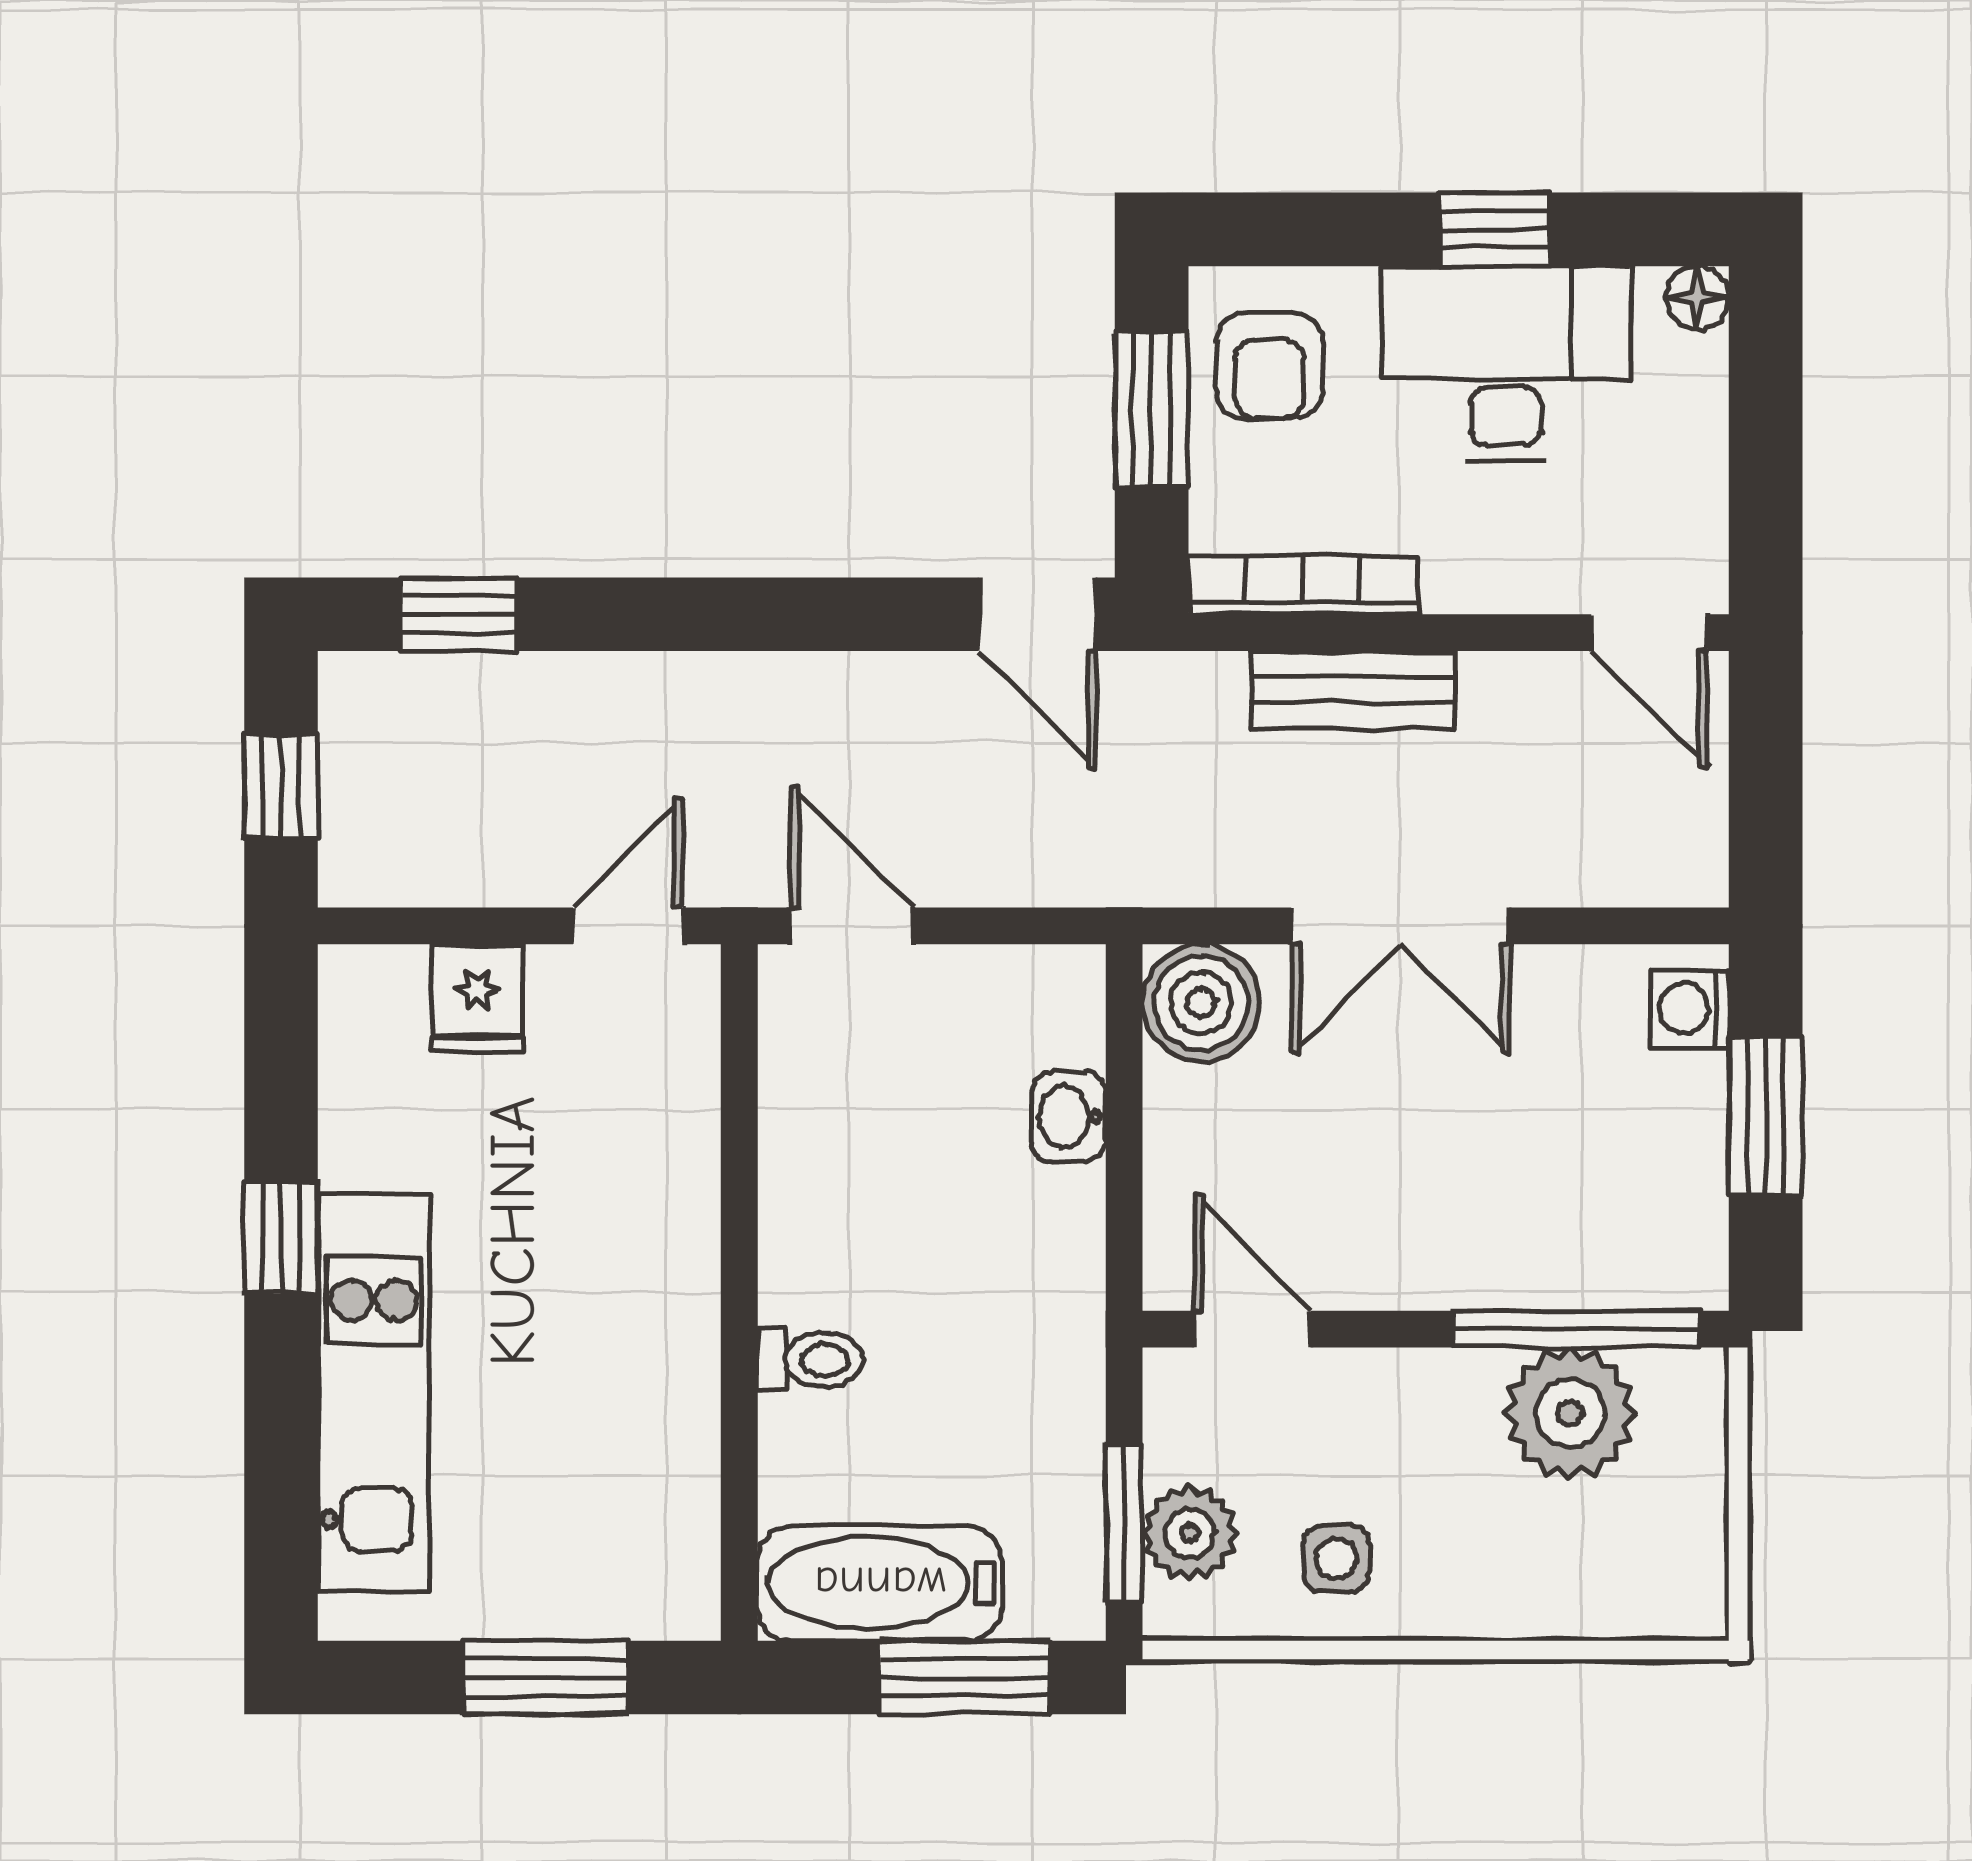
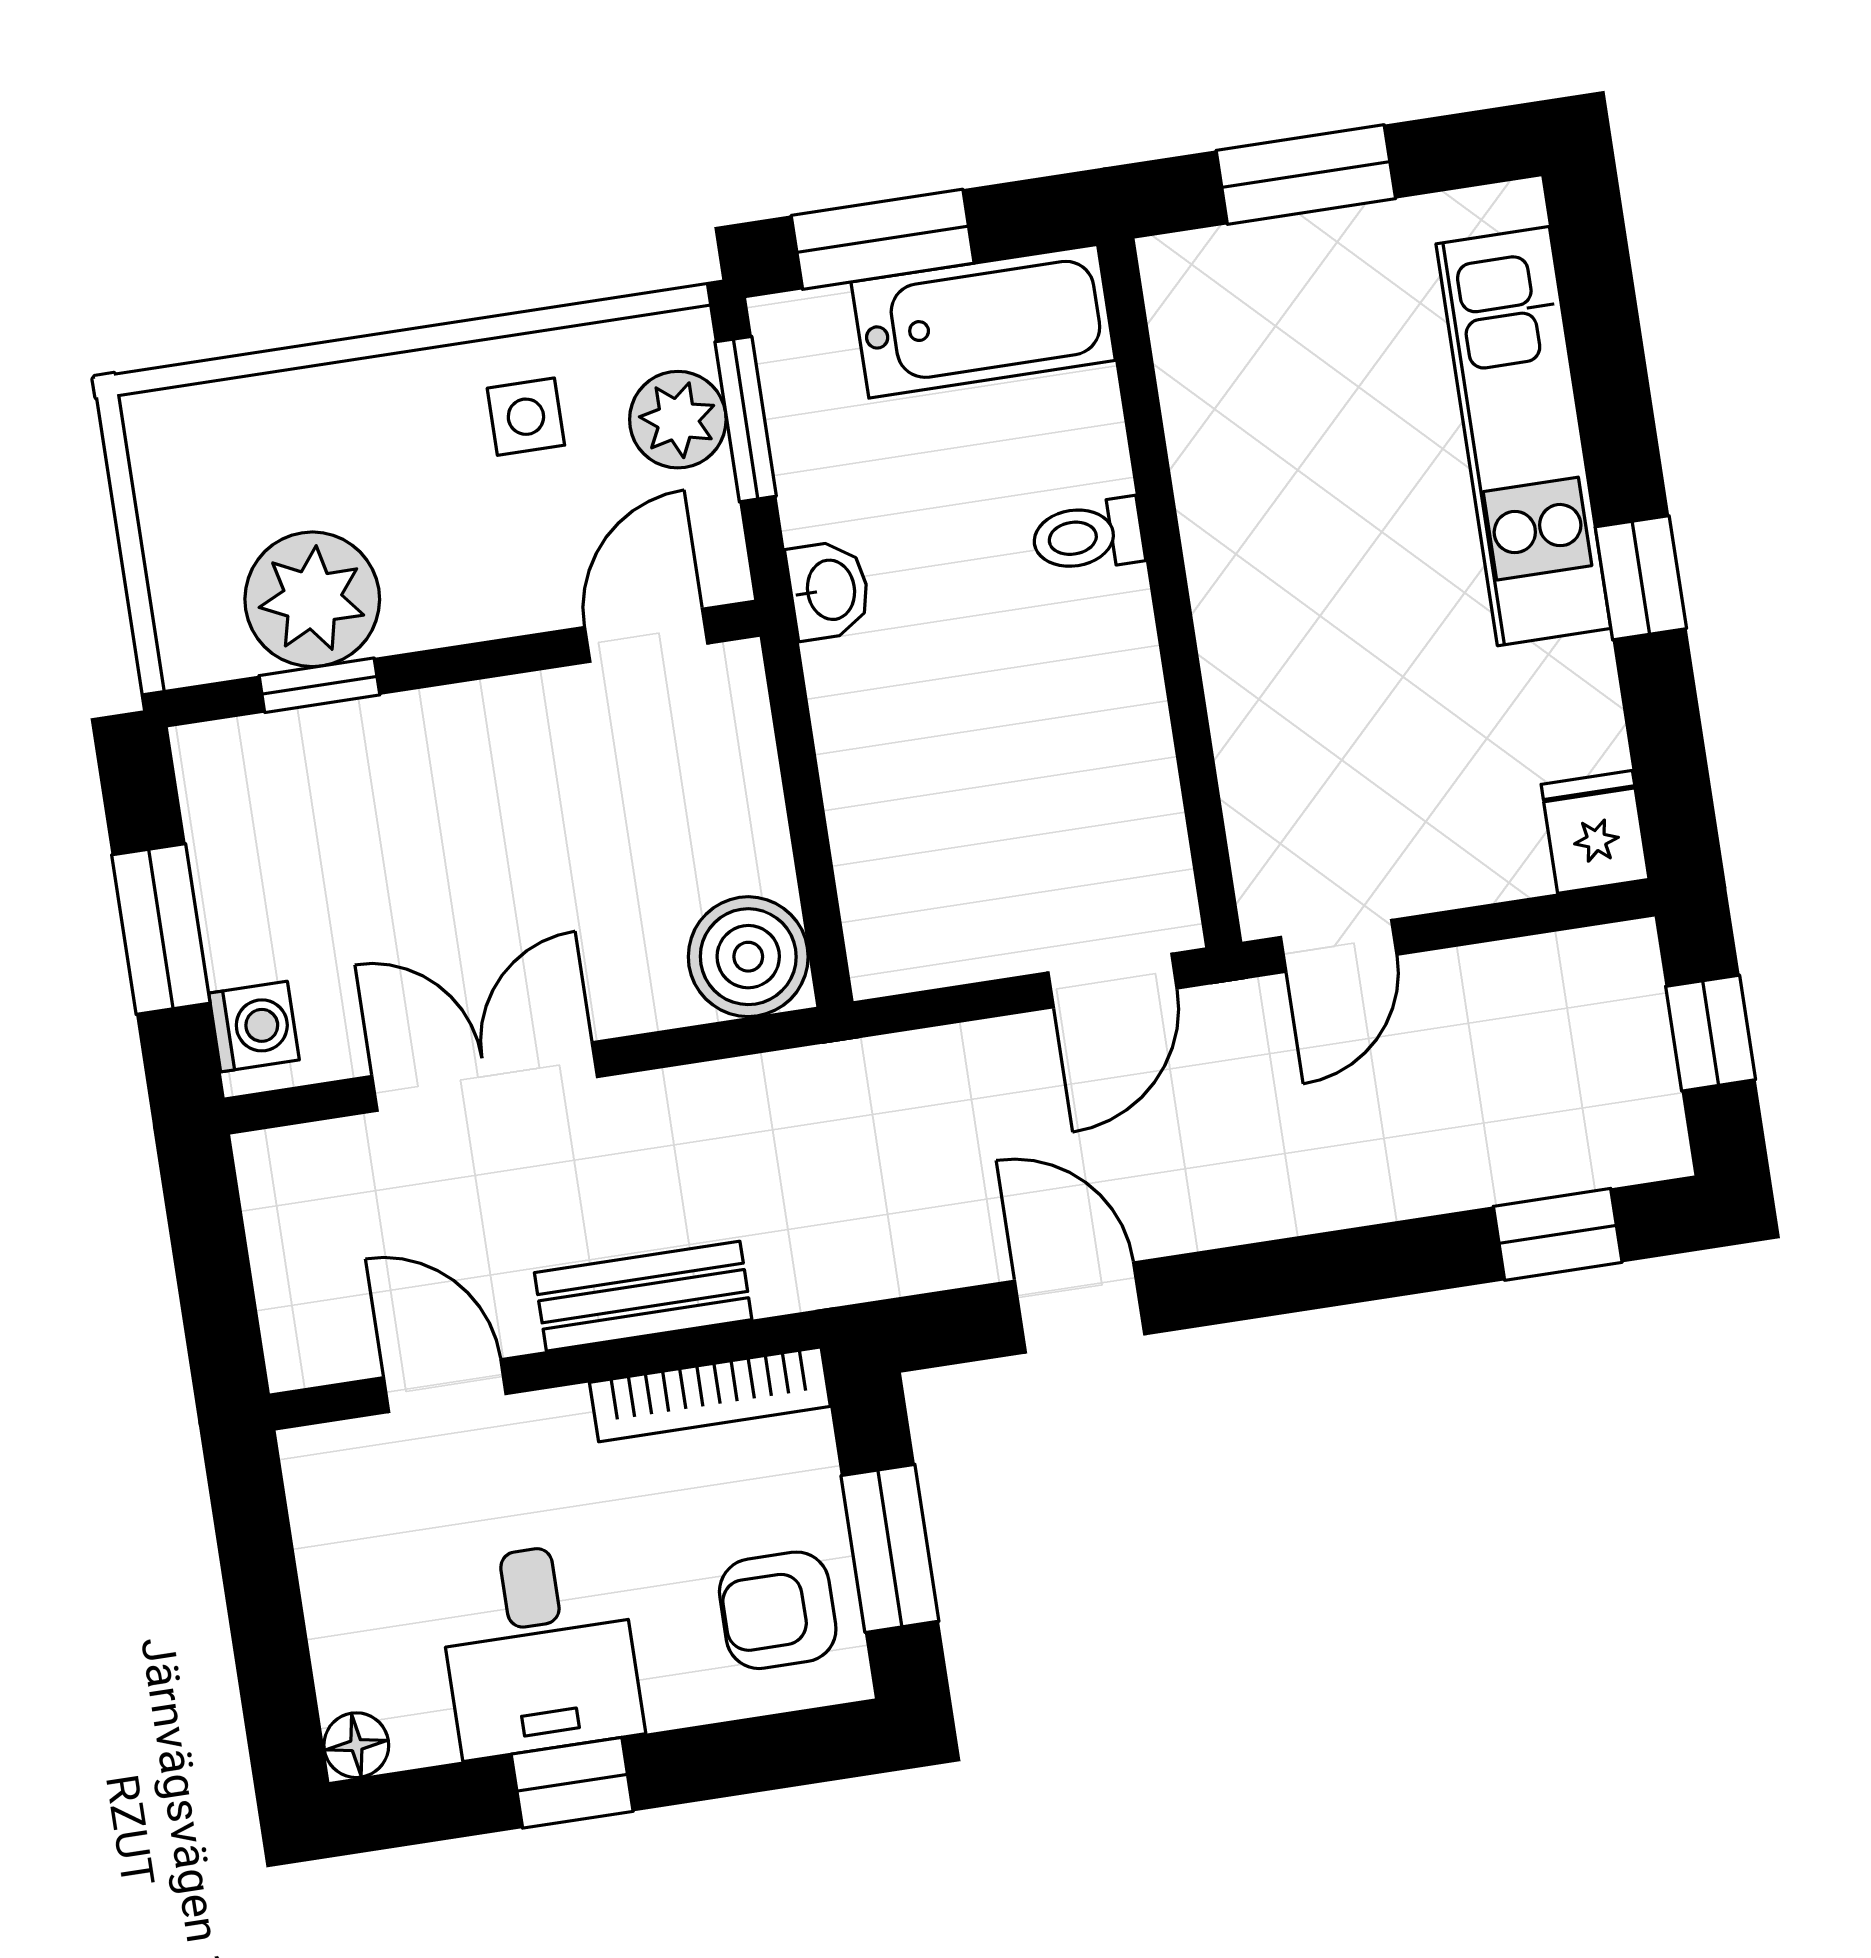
desk: (1506, 364) -> (539, 1649), width x0.73
armchair: (1269, 366) -> (778, 1610), turned -90
door: (1037, 614) -> (1080, 1307), moved
door: (1649, 633) -> (445, 1386), moved
door: (852, 926) -> (1113, 980), hinge flipped
double door: (1400, 926) -> (485, 1077), moved
fridge: (477, 998) -> (1595, 832), moved
washbasin: (1069, 1117) -> (829, 590), moved
door: (1252, 1329) -> (646, 635), swing flipped
window: (1576, 1329) -> (319, 685), width x0.46

